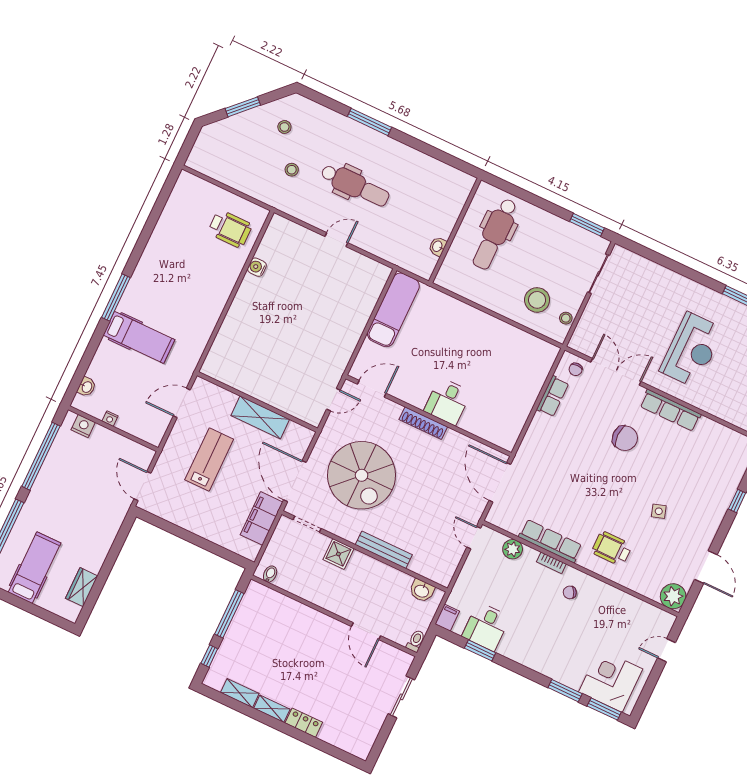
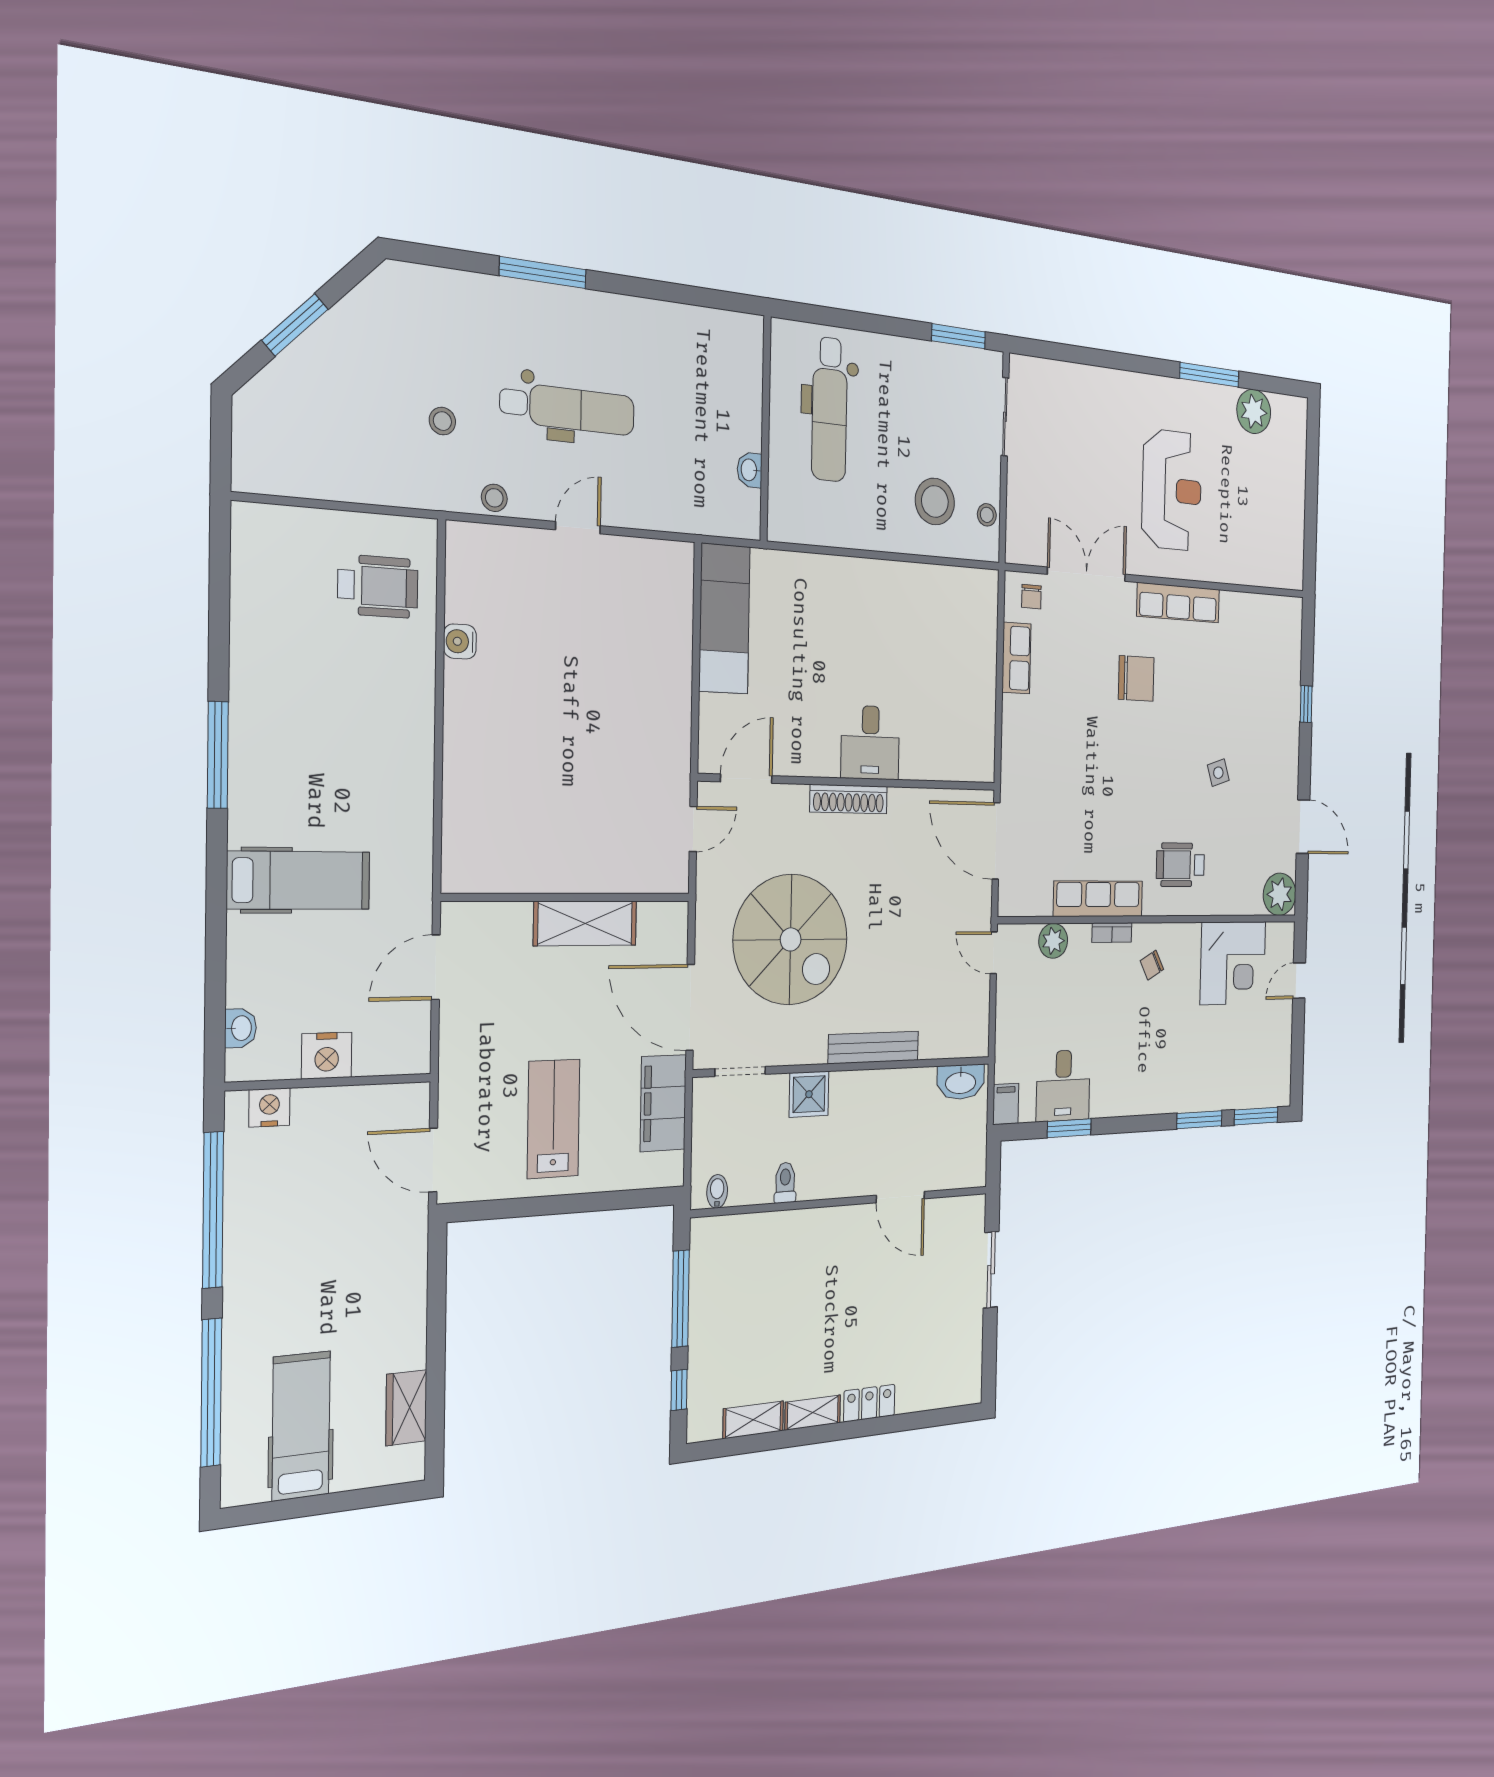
stool: (284, 127) -> (494, 498), moved
window: (116, 297) -> (218, 755), moved
nightstand: (110, 419) -> (327, 1056), width x1.89, depth x1.79
lab bench: (209, 460) -> (554, 1119), moved
washbasin: (422, 591) -> (961, 1082), width x1.38
toilet: (416, 641) -> (785, 1183), moved
corner desk: (611, 680) -> (1233, 963), moved, turned 180

